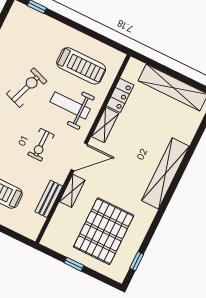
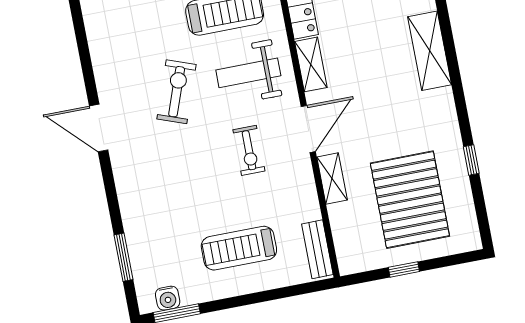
shelving: (165, 173) -> (430, 51), width x0.68
bench: (49, 199) -> (317, 249), moved
window: (137, 261) -> (471, 160), moved

